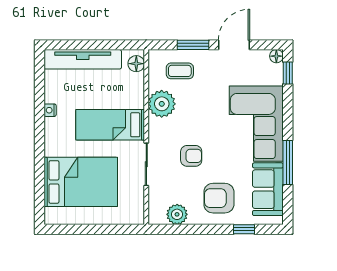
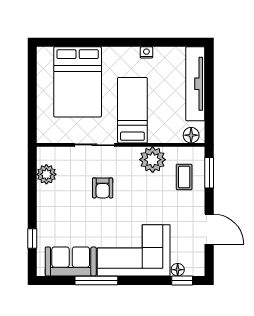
window: (193, 45) -> (209, 173), moved
floor lamp: (276, 56) -> (178, 270), moved
armchair: (219, 198) -> (62, 215), removed

